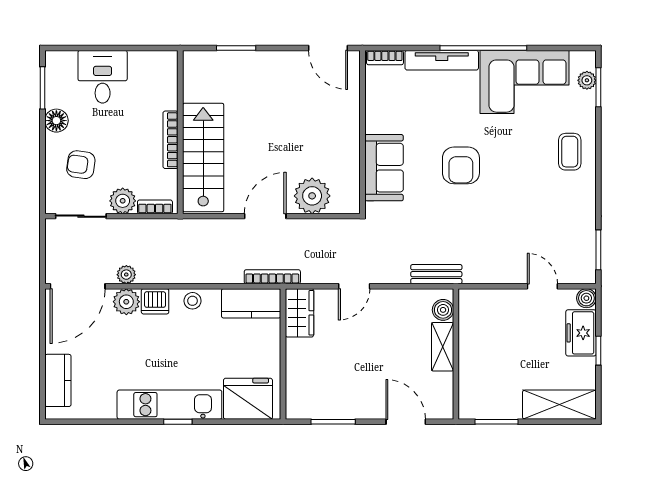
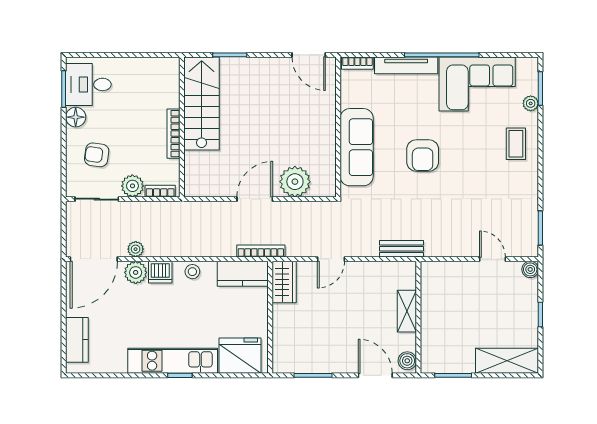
desk: (103, 77) -> (88, 84), moved, turned -90
plant: (587, 80) -> (531, 103), moved
stairs: (203, 158) -> (202, 103), moved
sofa: (384, 168) -> (357, 147), width x1.36
boiler: (443, 310) -> (407, 361), moved
freezer: (581, 333) -> (526, 299), removed

